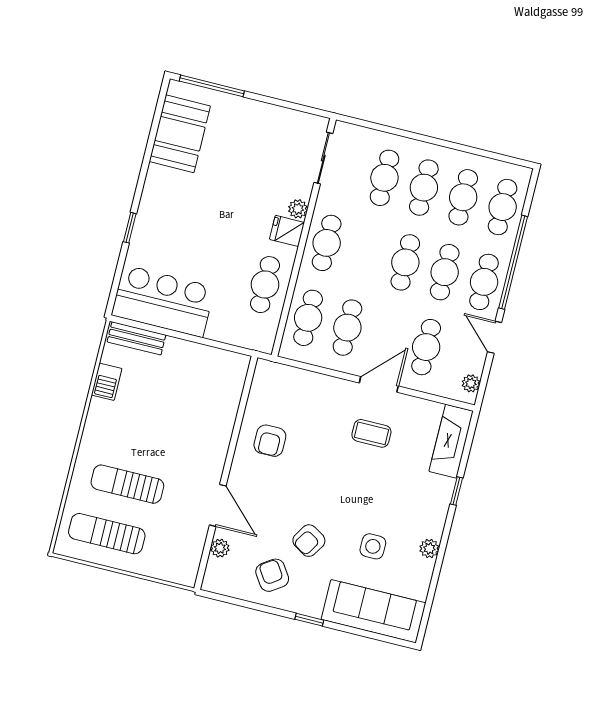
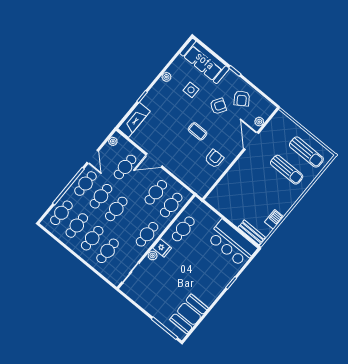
coffee table: (371, 433) -> (198, 131), moved

